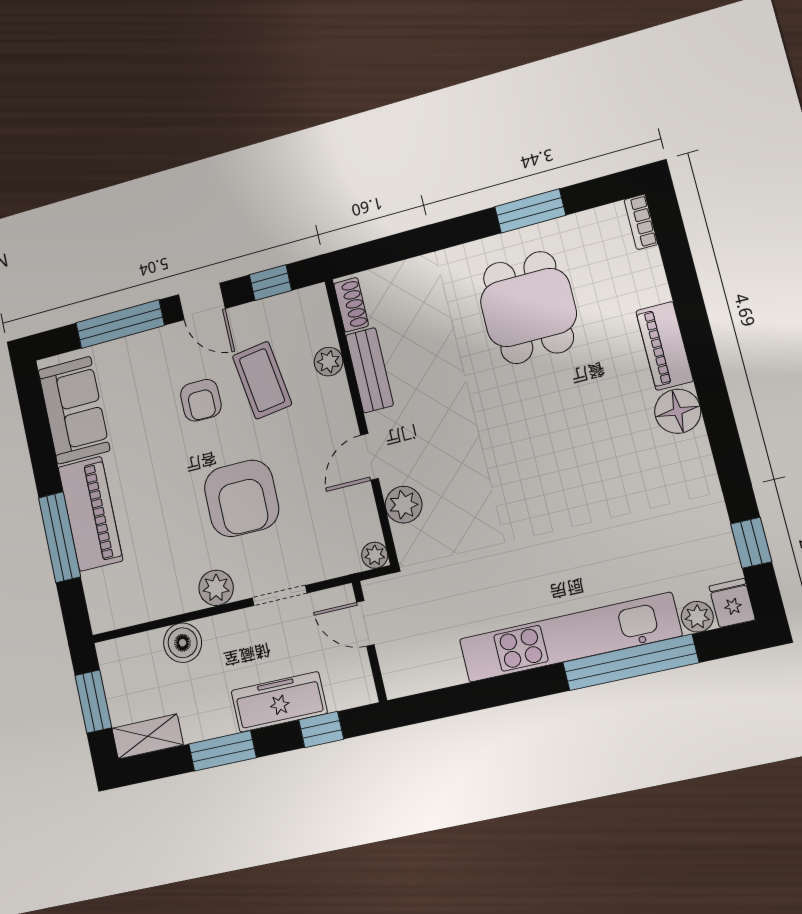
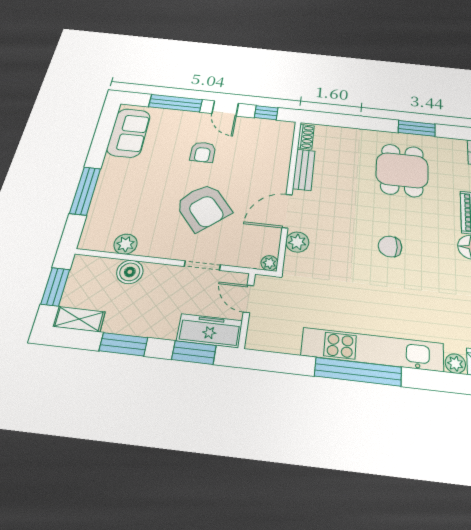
plant: (329, 362) -> (283, 158), removed
coffee table: (262, 380) -> (242, 154), removed
door: (369, 457) -> (287, 211), width x1.38
chair: (548, 459) -> (390, 246), added
armchair: (242, 498) -> (203, 207), turned -40
piano: (90, 514) -> (110, 185), removed
plant: (216, 588) -> (125, 244), moved
window: (630, 662) -> (358, 372), moved
freezer: (279, 702) -> (210, 331), moved
window: (321, 729) -> (194, 353), width x1.50

